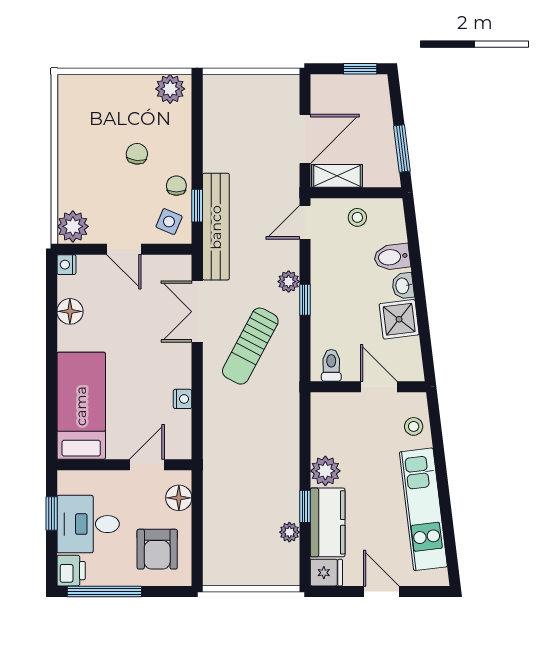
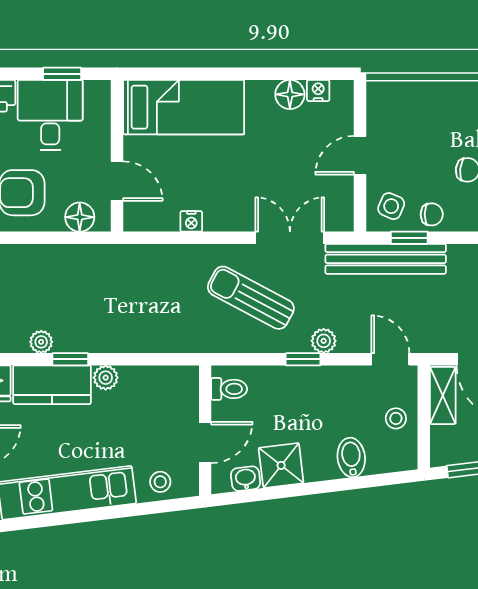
plant: (73, 226) -> (386, 98), removed
nightstand: (66, 265) -> (318, 90), moved
washbasin: (403, 286) -> (246, 479), moved
plant: (325, 471) -> (106, 378), width x0.73, depth x0.73

